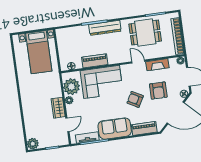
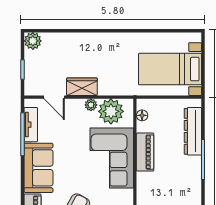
dresser: (105, 28) -> (193, 131), moved

